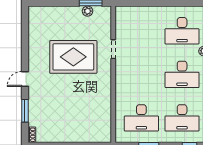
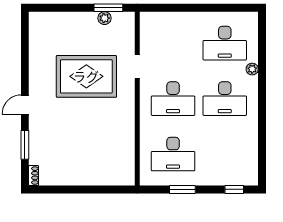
desk: (182, 118) -> (173, 99), moved

